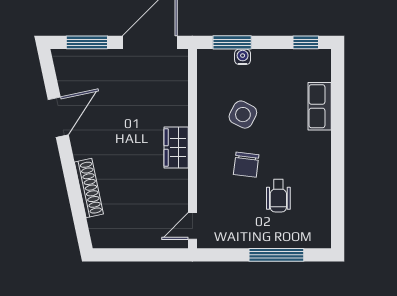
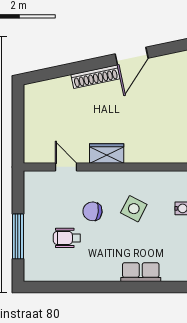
door: (58, 117) -> (132, 56), hinge flipped
shoe rack: (89, 188) -> (95, 77), moved
door: (192, 226) -> (66, 167), moved

